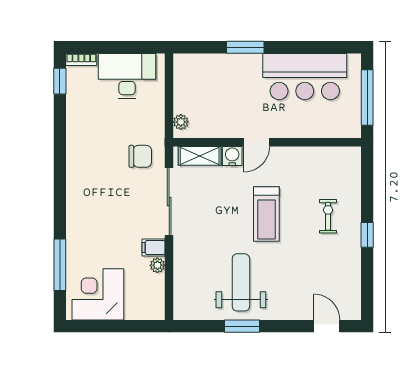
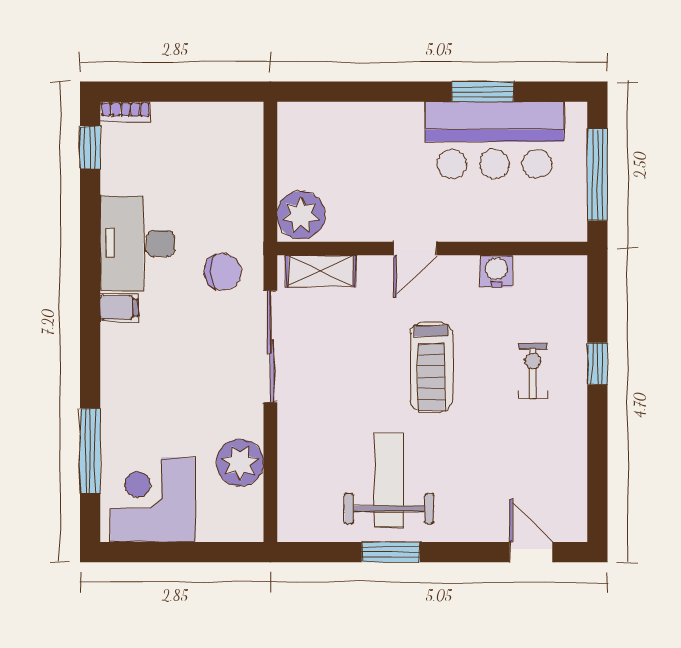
window: (245, 47) -> (483, 92), moved
desk: (127, 76) -> (137, 243), moved, turned -90
plant: (181, 122) -> (301, 215), width x1.88, depth x1.88
water cooler: (232, 156) -> (496, 271), moved
window: (367, 235) -> (597, 364), moved
filing cabinet: (154, 247) -> (119, 308), moved, turned 180
plant: (157, 265) -> (240, 463), width x1.88, depth x1.88

